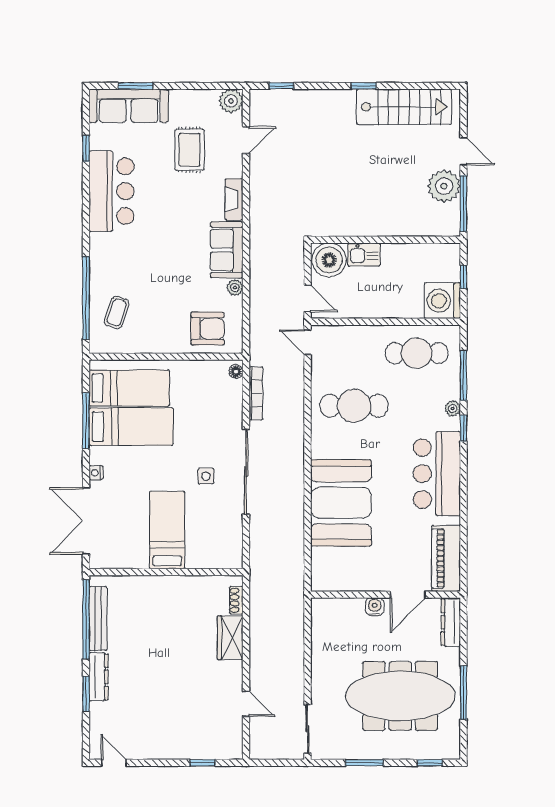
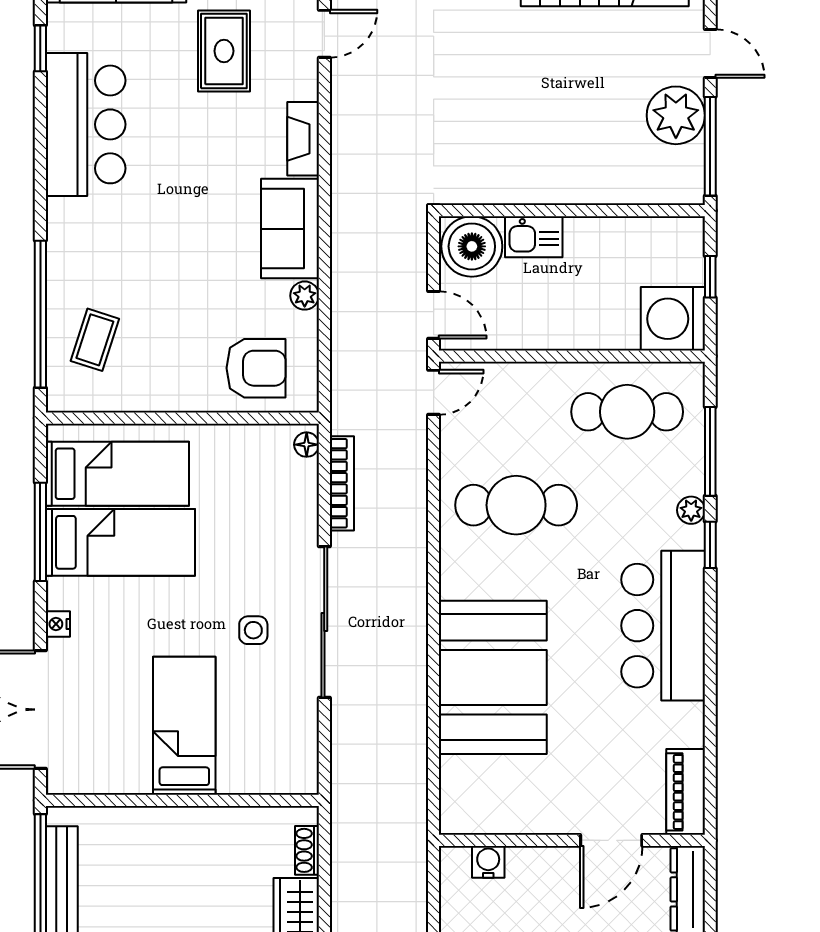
door: (308, 342) -> (434, 392), swing flipped
piano: (446, 558) -> (686, 792), width x0.73, depth x0.75
water cooler: (375, 607) -> (488, 862), moved

